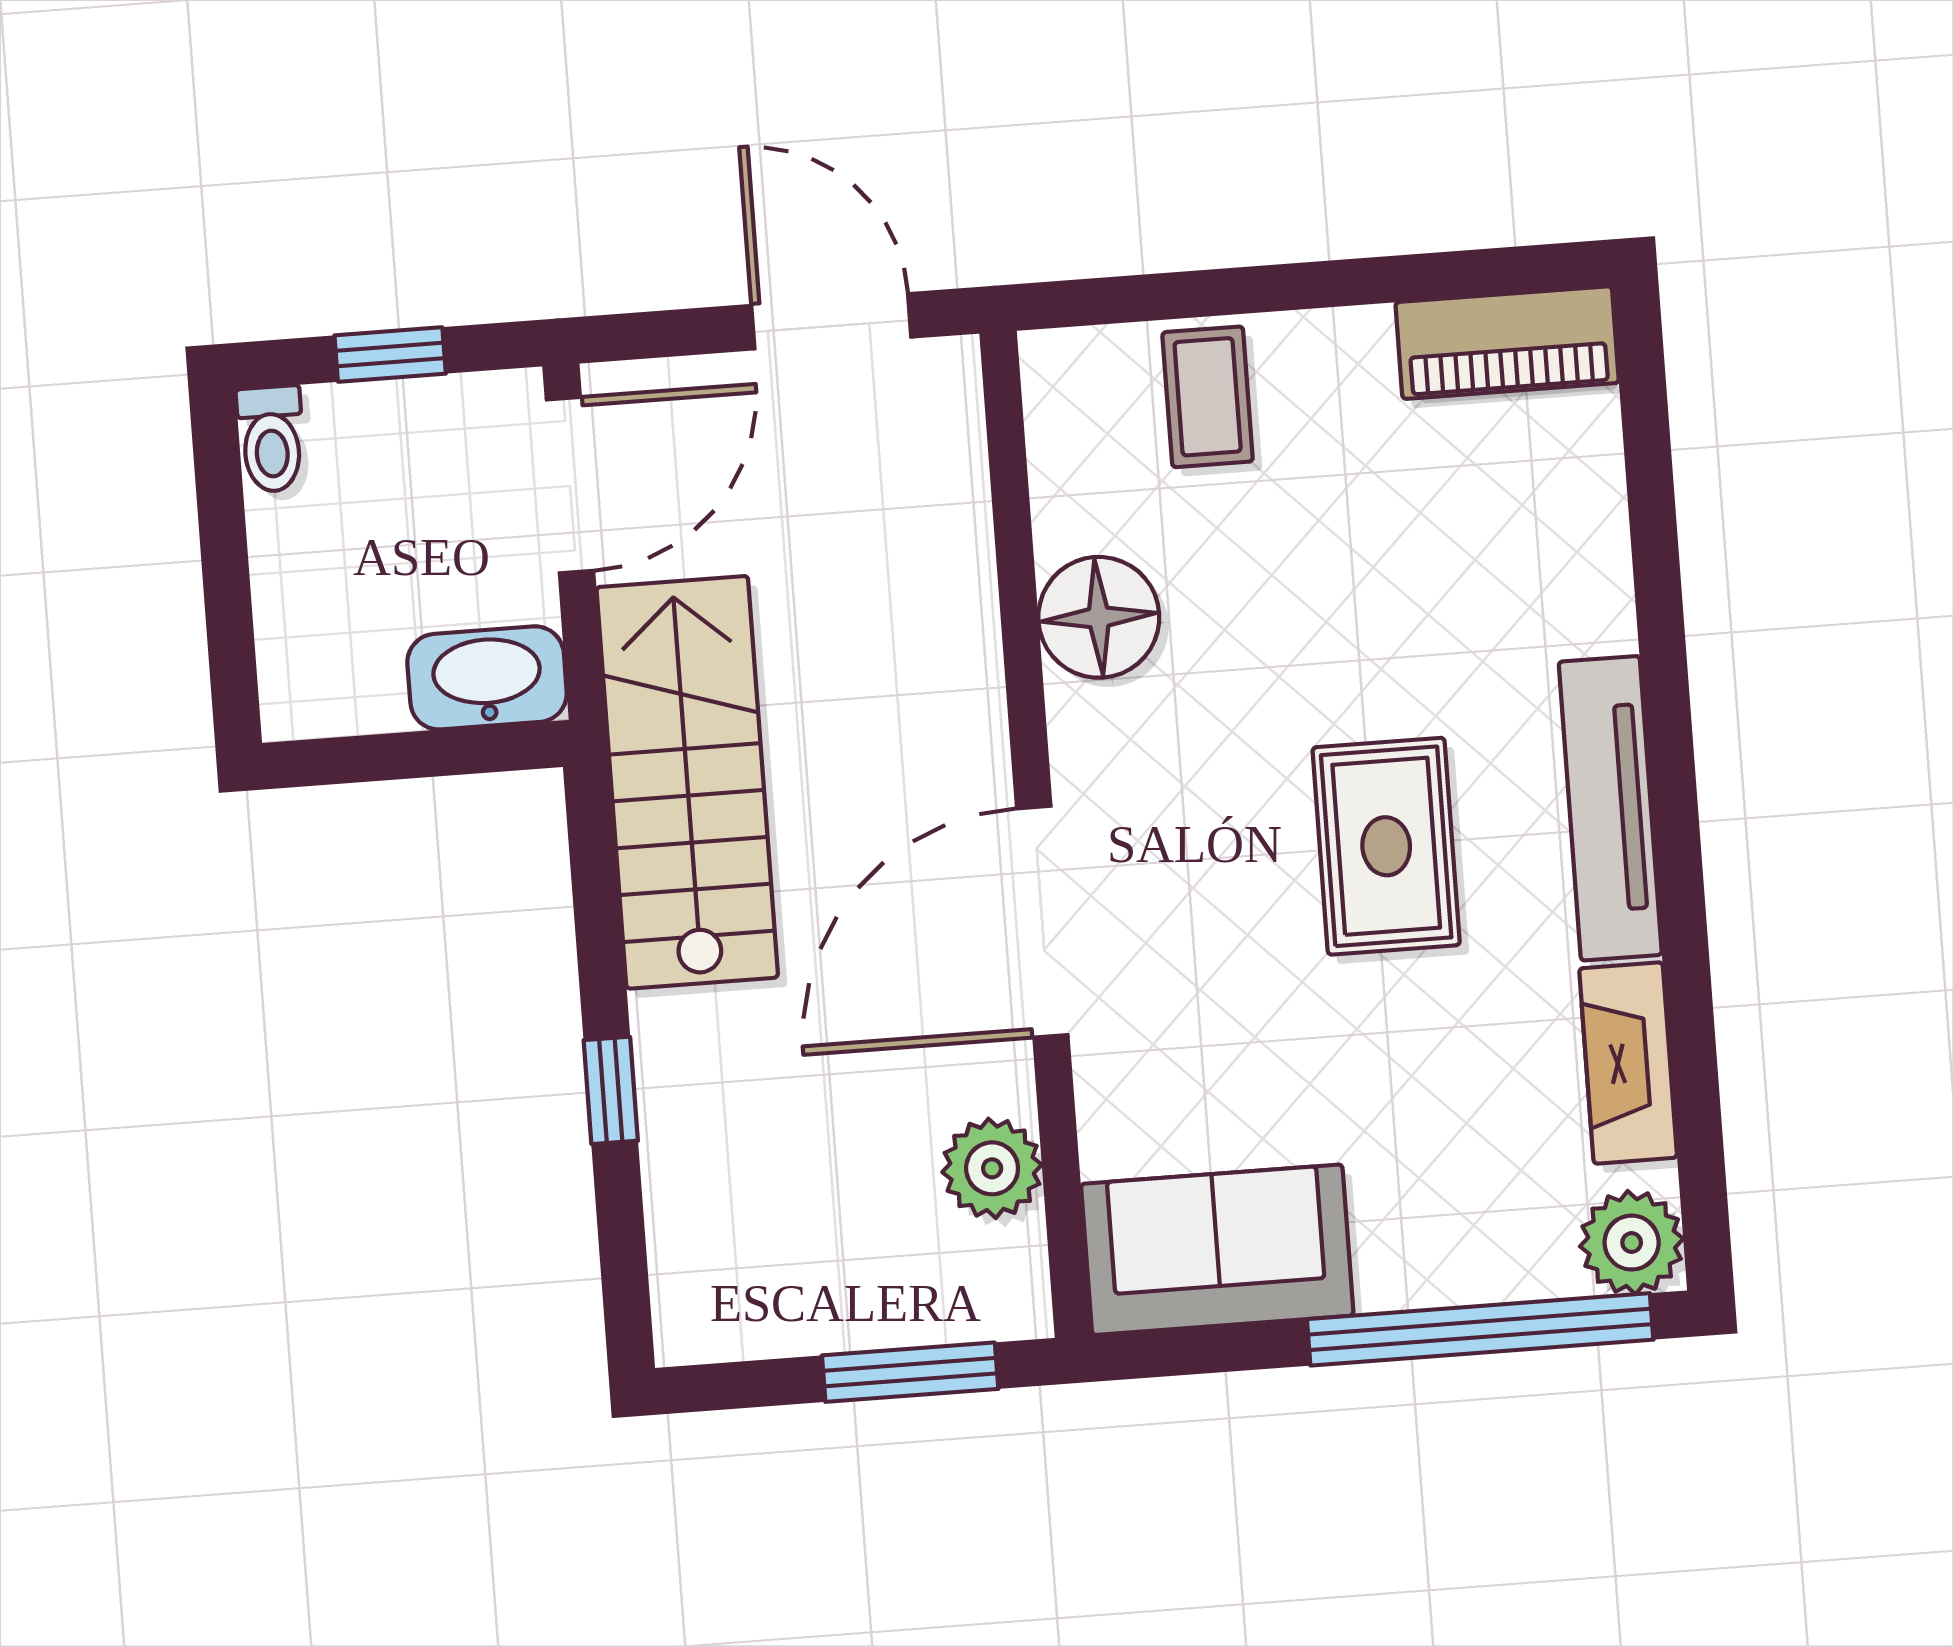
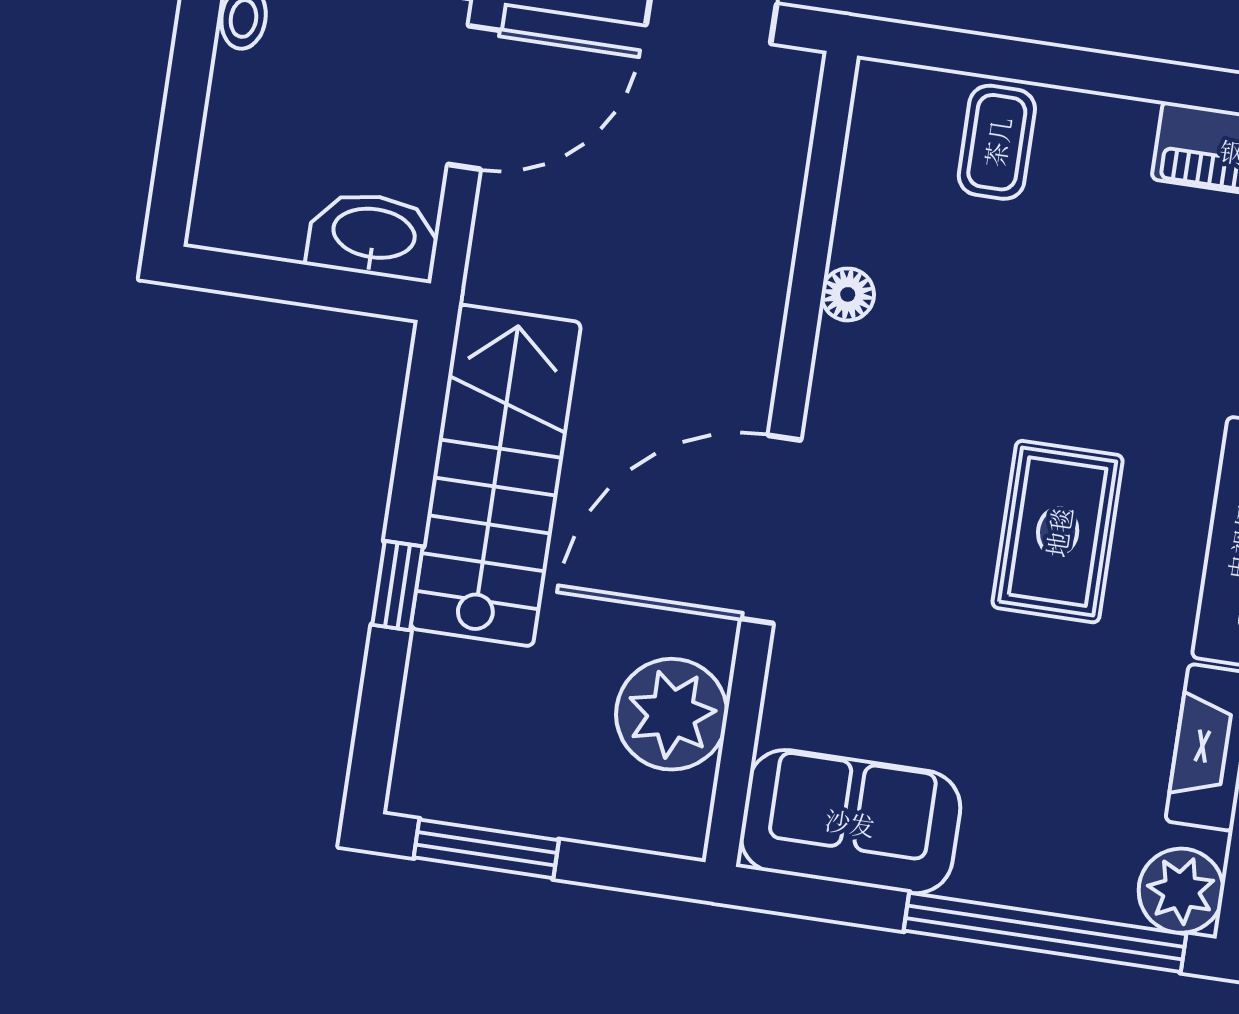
floor lamp: (1099, 617) -> (848, 294), width x0.53, depth x0.53
stairs: (687, 782) -> (496, 475), moved
plant: (992, 1168) -> (672, 714), width x1.36, depth x1.36
window: (910, 1372) -> (486, 849), moved

